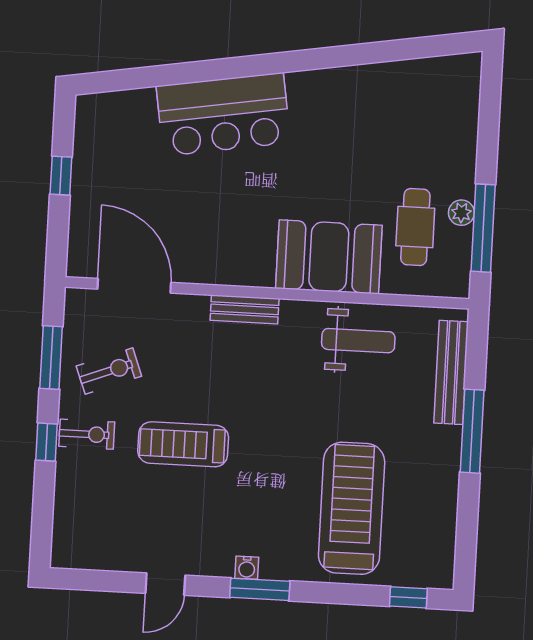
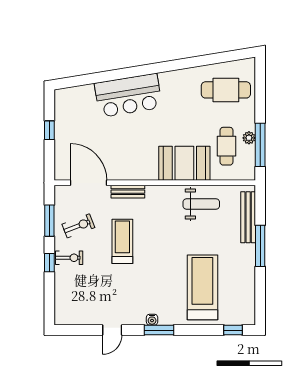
cafe table: (420, 114) -> (226, 90), added
bench: (245, 309) -> (128, 192), moved
treadmill: (183, 444) -> (122, 241), moved, turned 90

